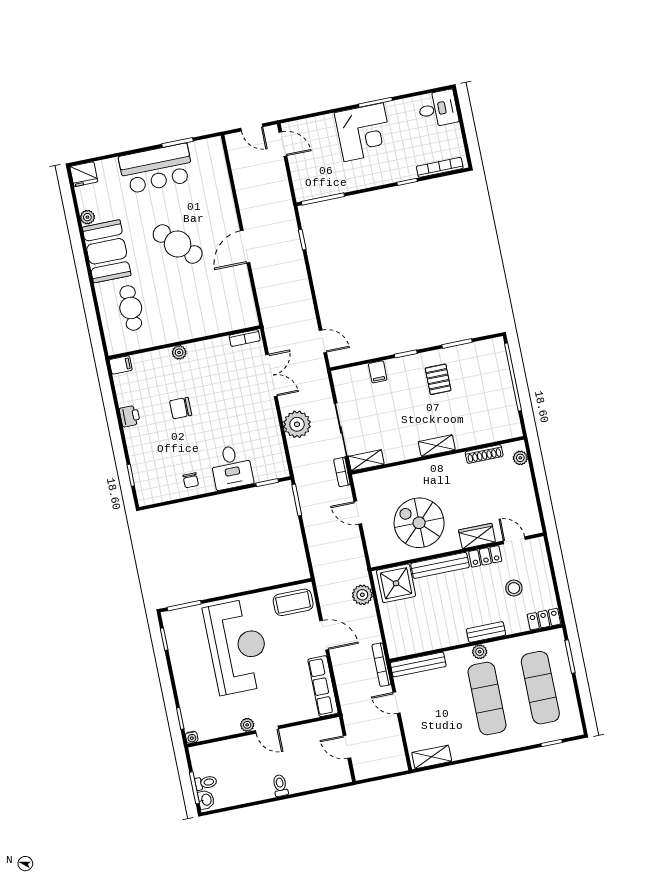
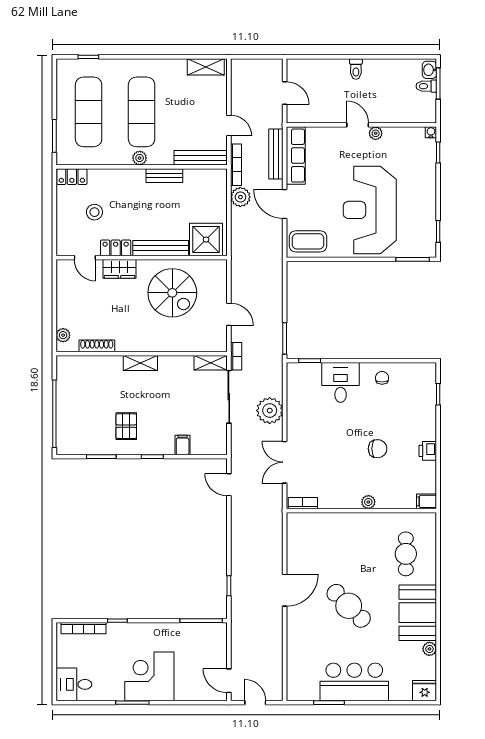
plant: (362, 595) -> (240, 197), moved
bench: (486, 632) -> (164, 176), moved
bench: (343, 684) -> (276, 154), added

